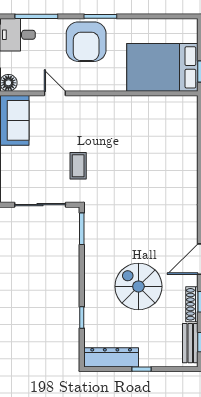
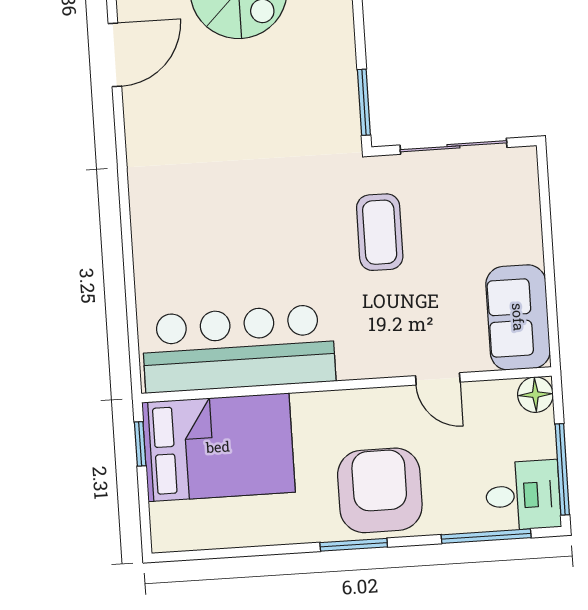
bar counter: (150, 114) -> (239, 349), added
coffee table: (78, 166) -> (380, 232), width x1.36, depth x1.30

